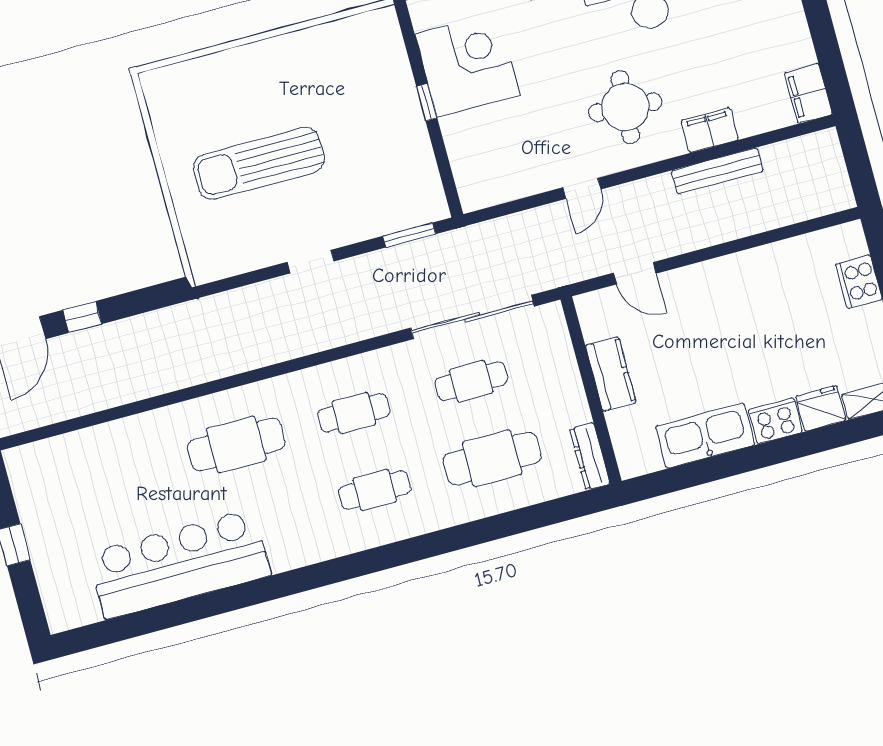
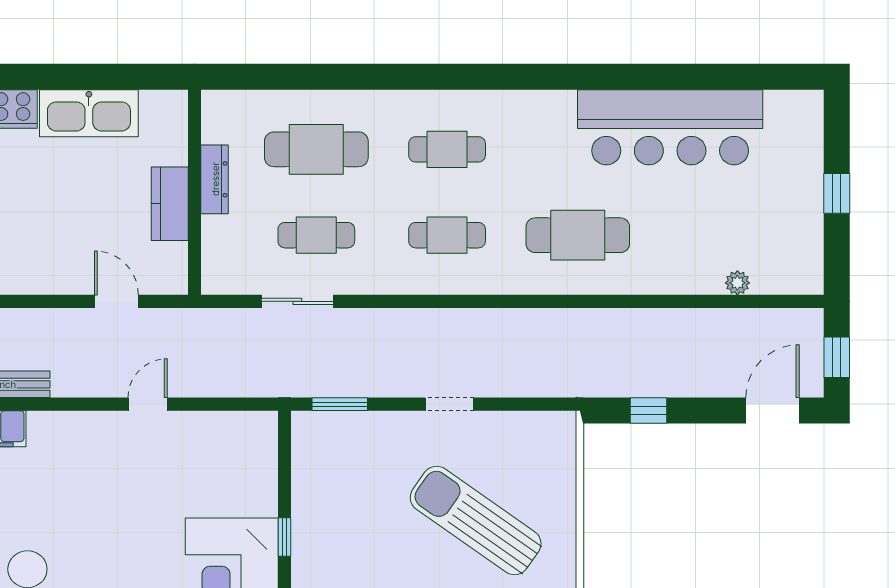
round table: (625, 107) -> (80, 476), removed
sun lounger: (259, 163) -> (476, 520), turned -145
window: (82, 317) -> (648, 411), moved
sliding door: (472, 317) -> (297, 301), width x0.54
plant: (81, 441) -> (737, 283), added
dresser: (590, 456) -> (215, 179), moved

